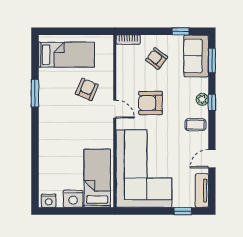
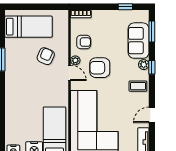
sofa: (196, 56) -> (139, 41), moved
armchair: (157, 58) -> (84, 42), moved, turned 143
plant: (122, 94) -> (75, 60), added

